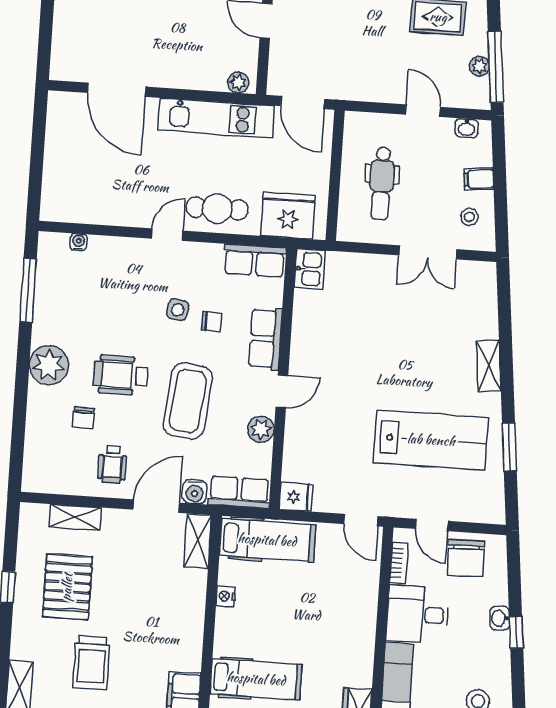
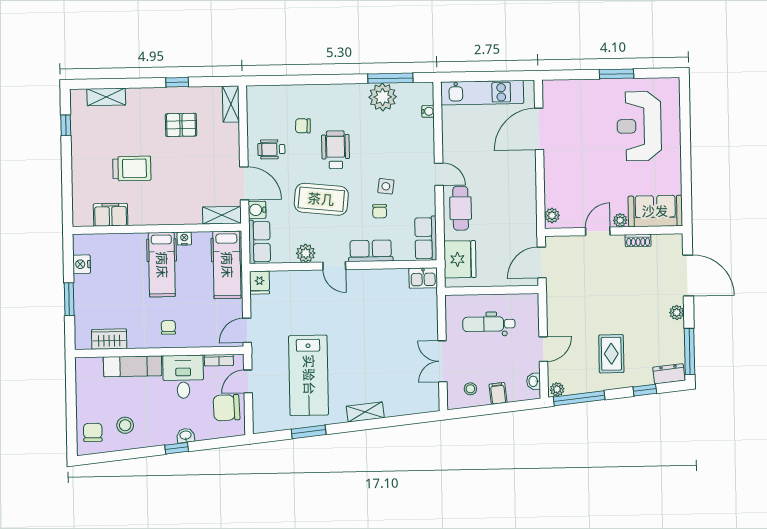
plant: (479, 66) -> (557, 389), moved
kitchen unit: (216, 118) -> (482, 93), moved, turned -90
plant: (49, 365) -> (383, 97), moved
shelving: (75, 517) -> (231, 104), moved
pallet: (67, 587) -> (181, 125), width x0.67, depth x0.71
chair: (347, 629) -> (168, 327), added
trolley: (91, 663) -> (132, 168), moved, turned 180
hospital bed: (256, 679) -> (162, 265), moved

